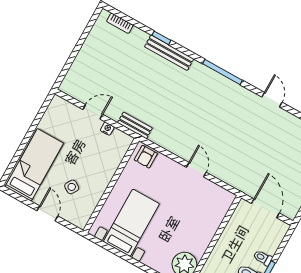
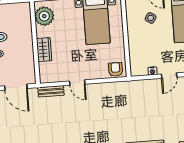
bench: (135, 125) -> (51, 91), moved
wardrobe: (208, 229) -> (44, 50), added

